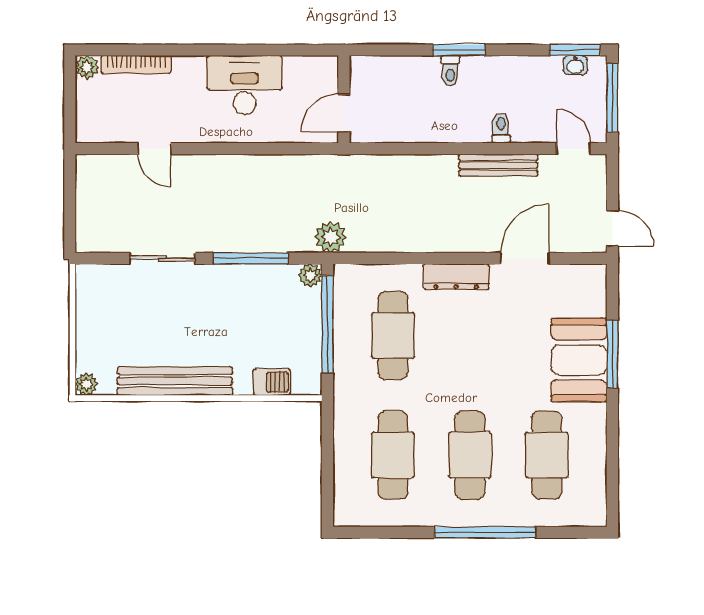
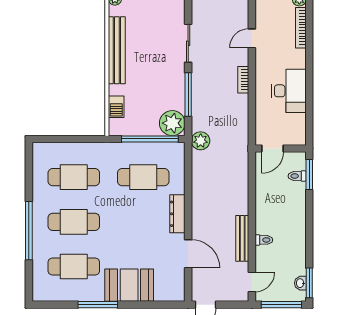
window: (459, 50) -> (309, 175), moved
toilet: (450, 71) -> (297, 176), moved
door: (344, 113) -> (273, 149), swing flipped
bookcase: (226, 163) -> (243, 80), added
plant: (310, 275) -> (172, 123), width x1.88, depth x1.88
window: (612, 354) -> (98, 305), moved

